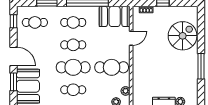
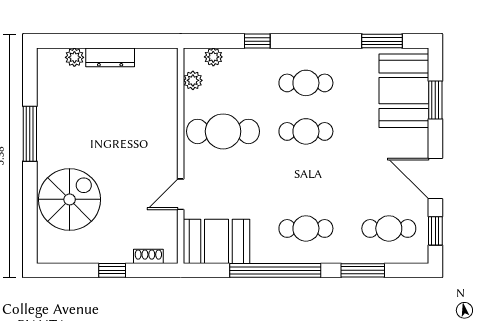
spiral stairs: (183, 36) -> (70, 199), turned 180
cafe table: (73, 45) -> (306, 180), removed
door: (13, 56) -> (435, 179), moved
cafe table: (73, 67) -> (306, 131), width x0.73, depth x0.74

